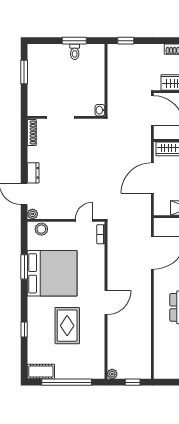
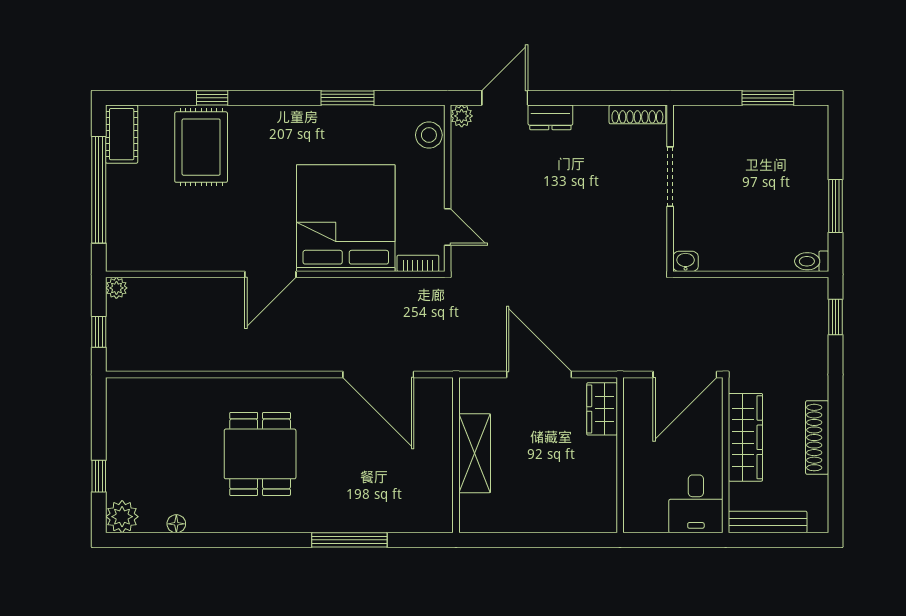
toilet: (75, 52) -> (812, 261), moved
bed: (52, 273) -> (346, 218), moved, turned 180
door: (106, 303) -> (270, 274), hinge flipped
rug: (67, 326) -> (201, 147), moved, turned 90

